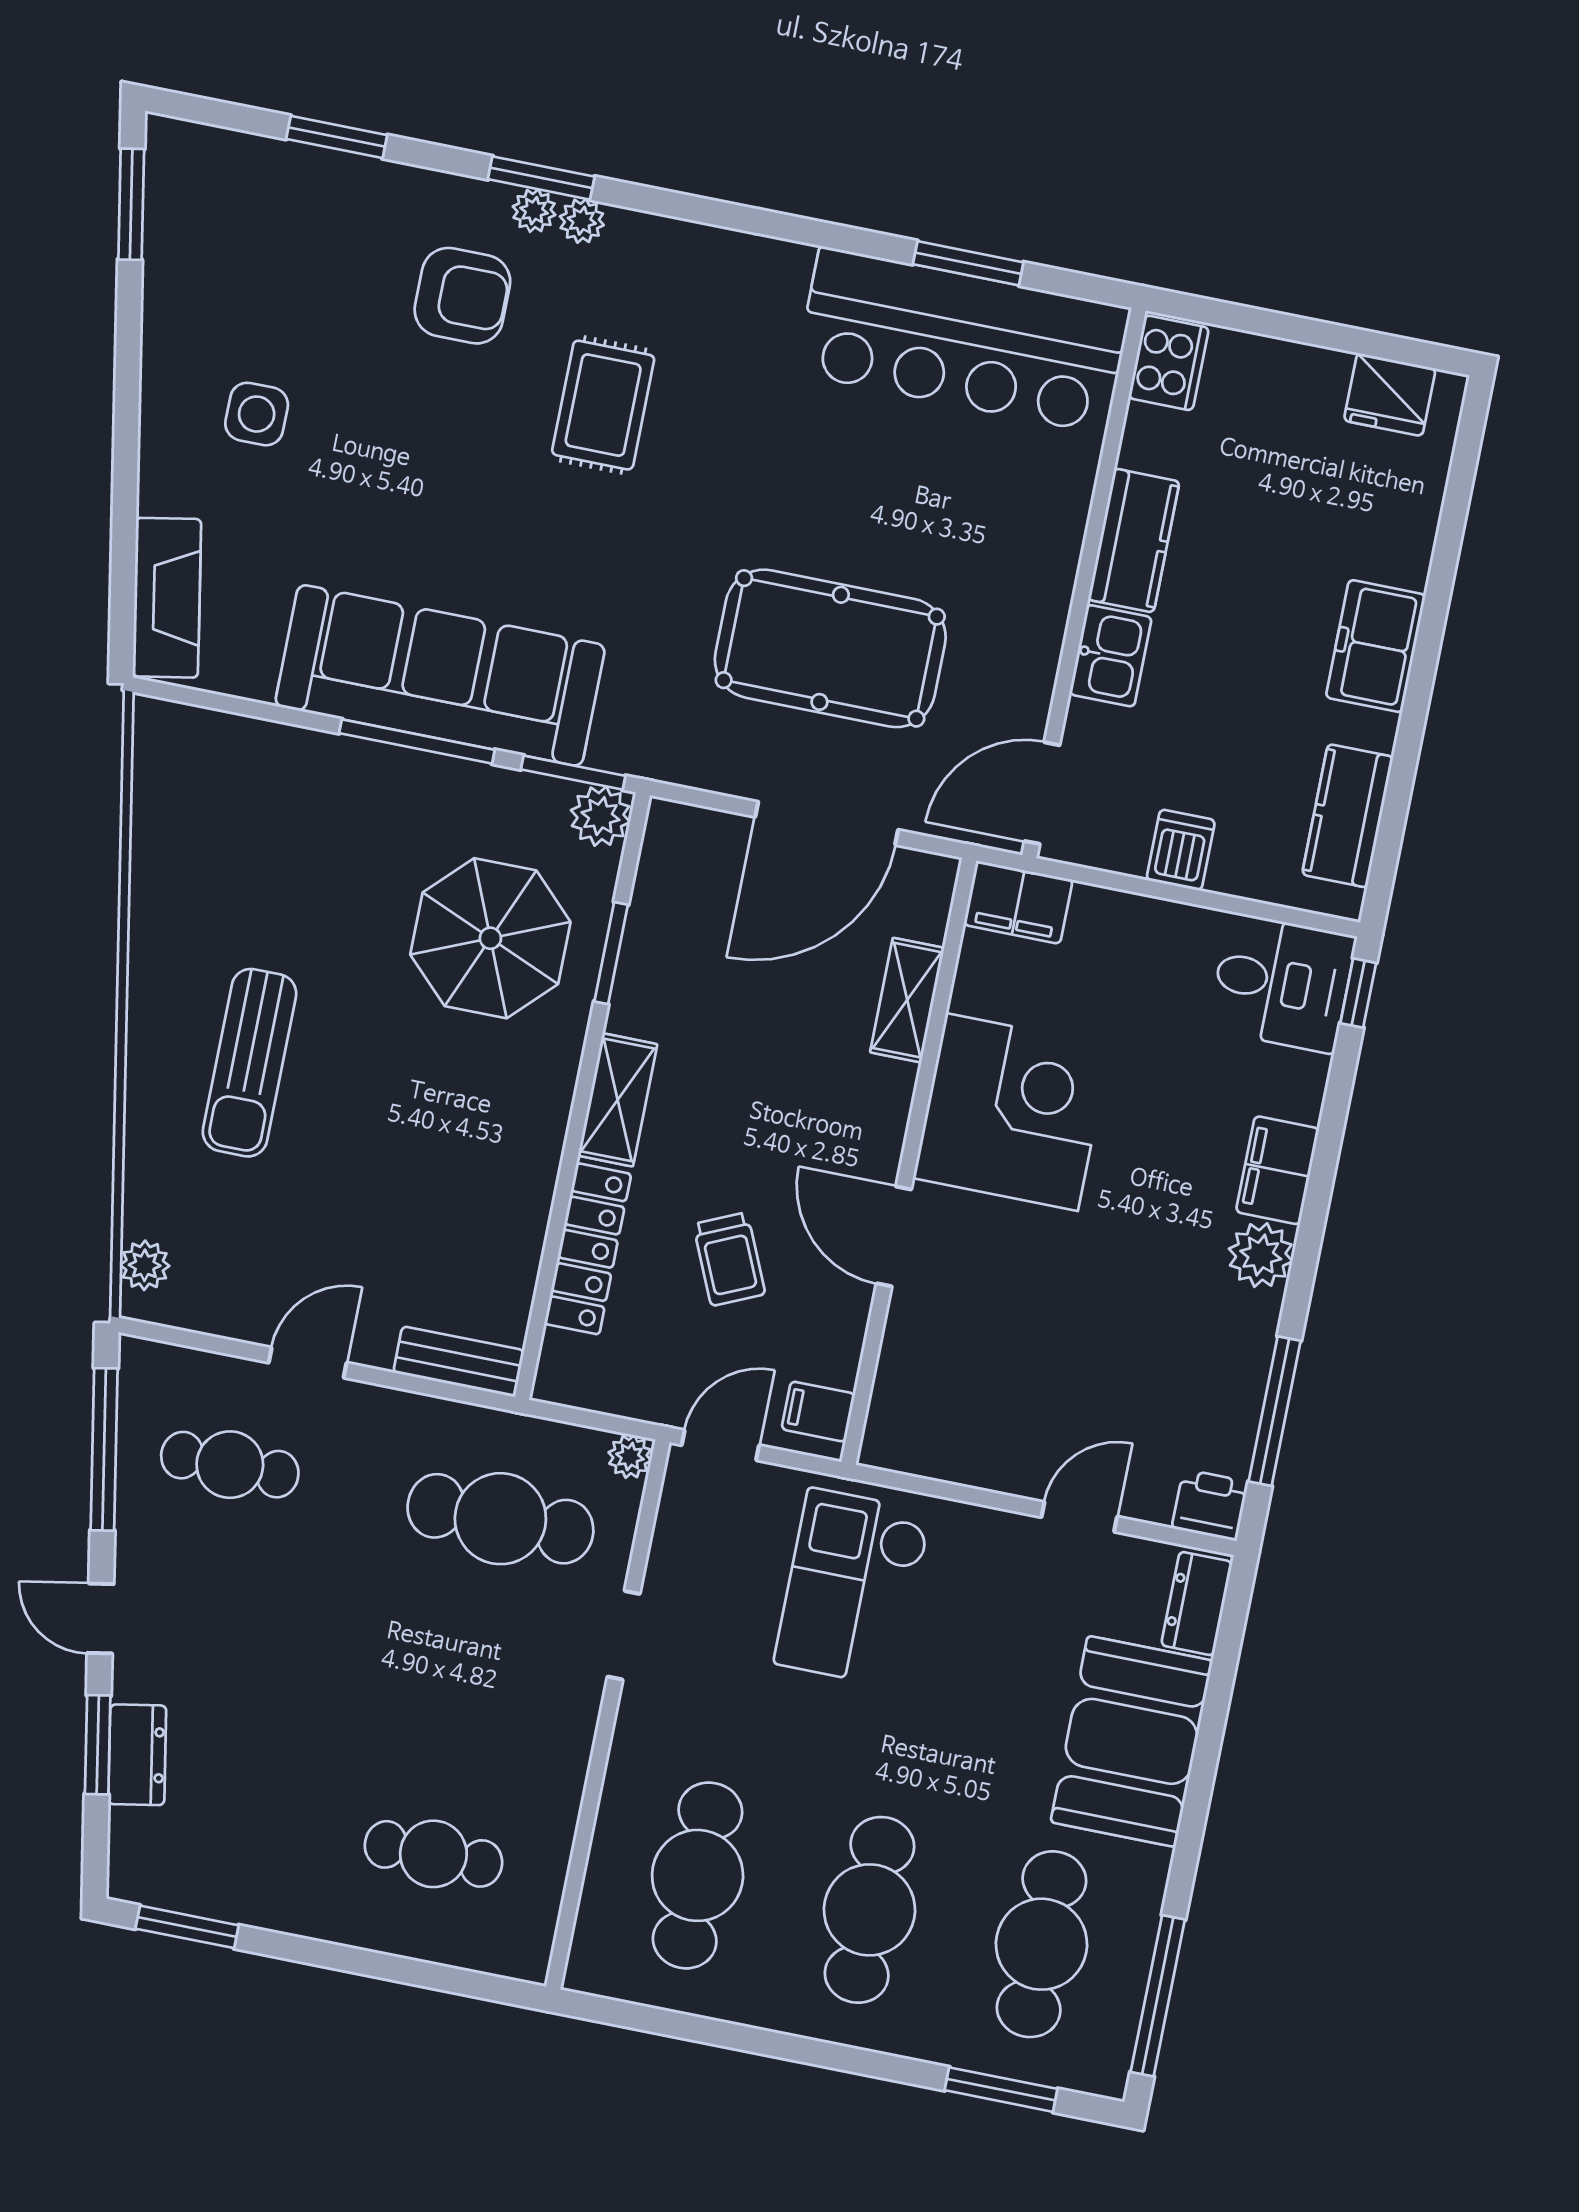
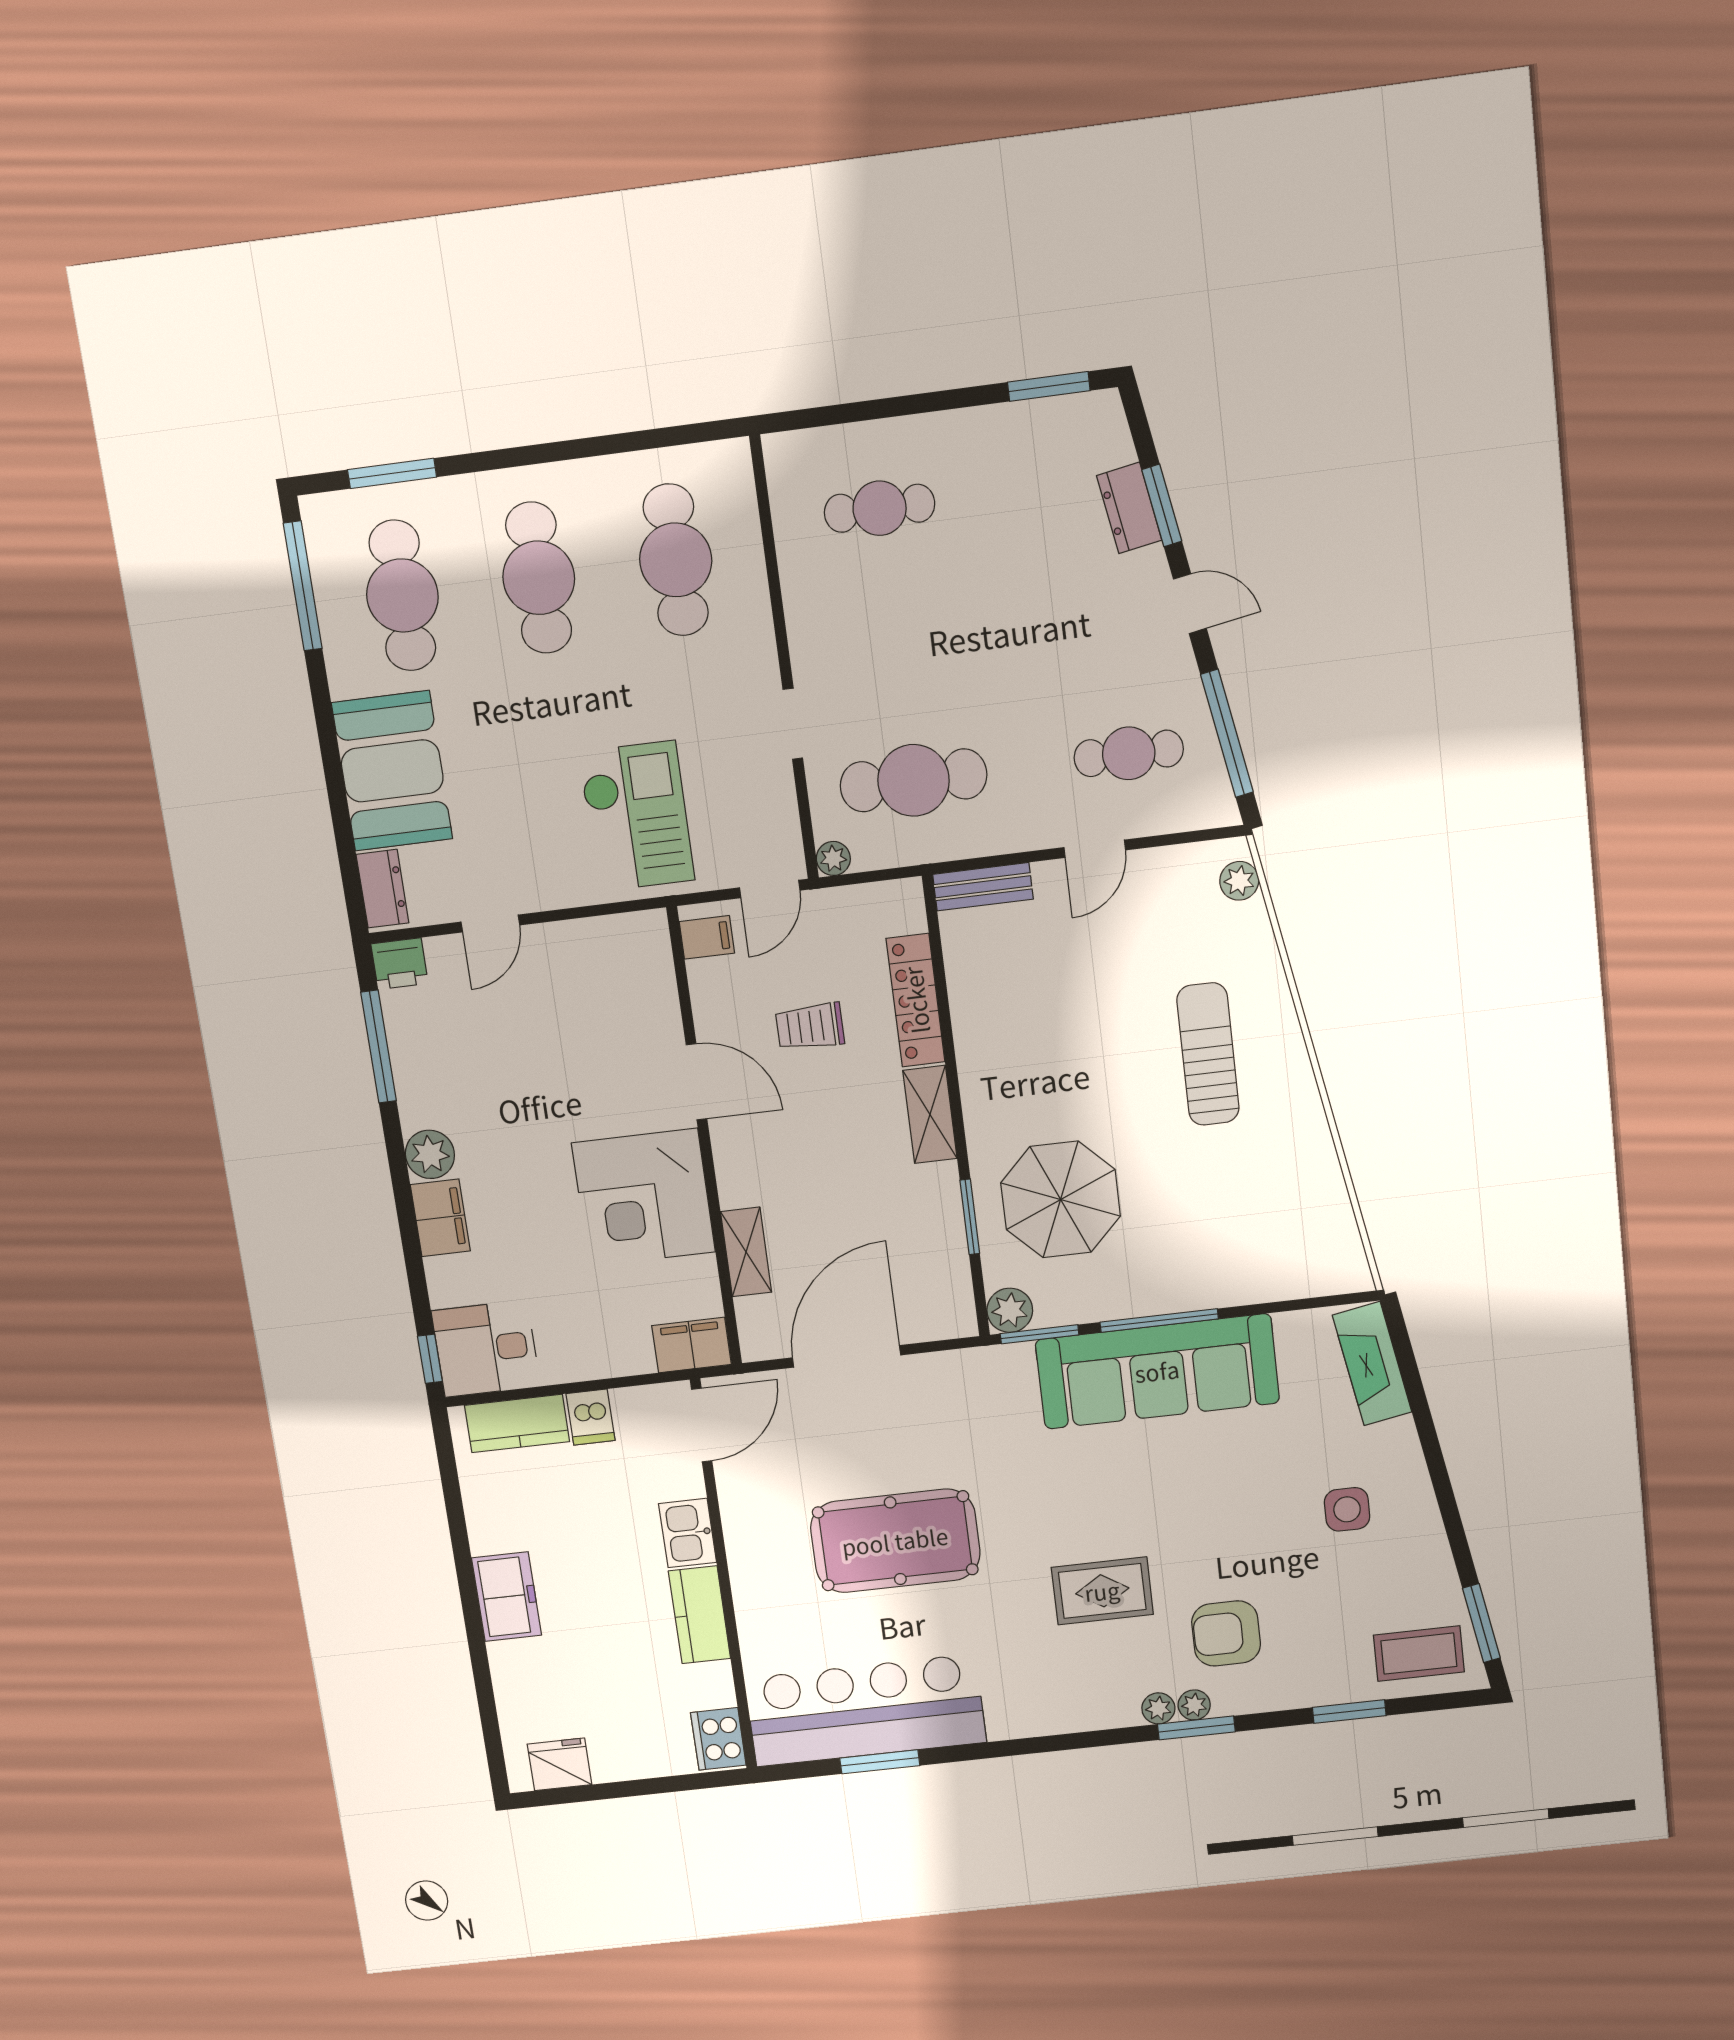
coffee table: (223, 188) -> (1419, 1654), added
rug: (603, 405) -> (1102, 1591), turned 90
pool table: (830, 648) -> (895, 1541), moved
kitchen counter: (1348, 816) -> (517, 1423), moved, turned 90
trolley: (729, 1259) -> (810, 1027), turned -66

